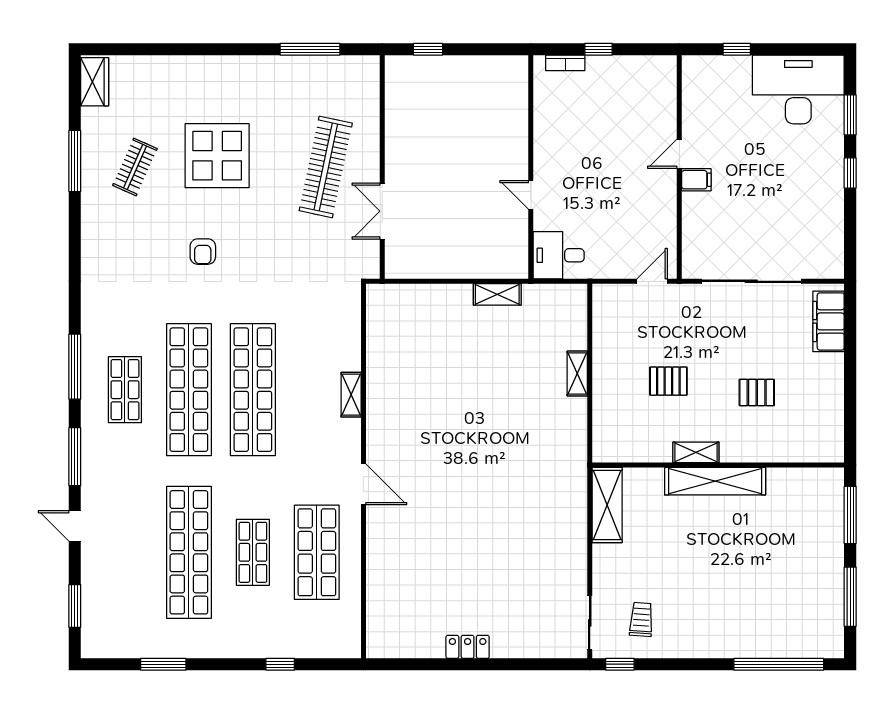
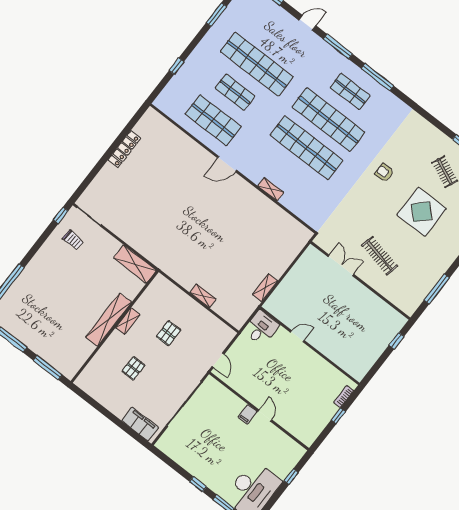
clothes rail: (326, 167) -> (380, 256), width x0.73, depth x0.76
locker: (468, 647) -> (124, 149), width x1.53

